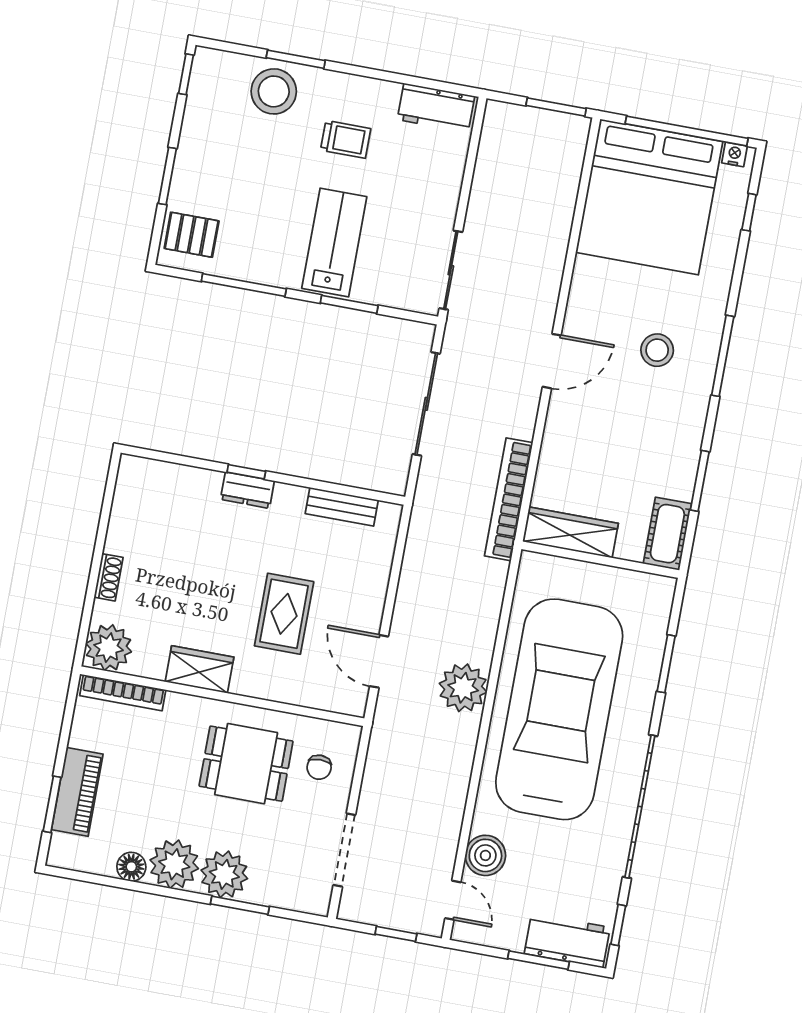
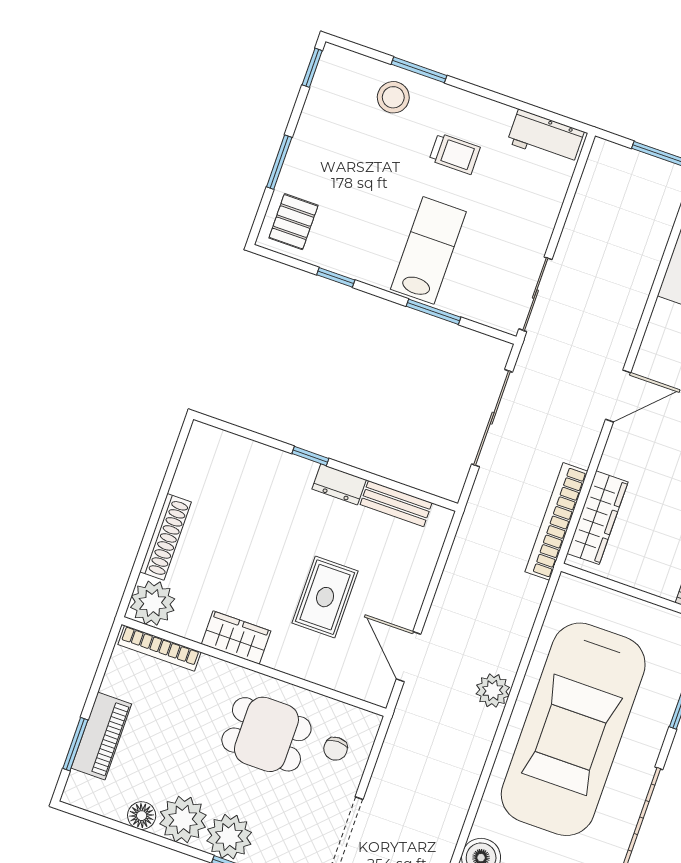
stool: (274, 91) -> (393, 97), width x0.73, depth x0.73
pallet: (192, 235) -> (293, 222), turned 90
window: (244, 285) -> (336, 277), width x0.46
dresser: (247, 490) -> (339, 484), moved
wardrobe: (571, 532) -> (598, 518), moved, turned 90
shoe rack: (109, 577) -> (165, 537), width x1.94, depth x1.24
plant: (463, 688) -> (493, 691), width x0.73, depth x0.73
car: (559, 709) -> (573, 729), turned 180

